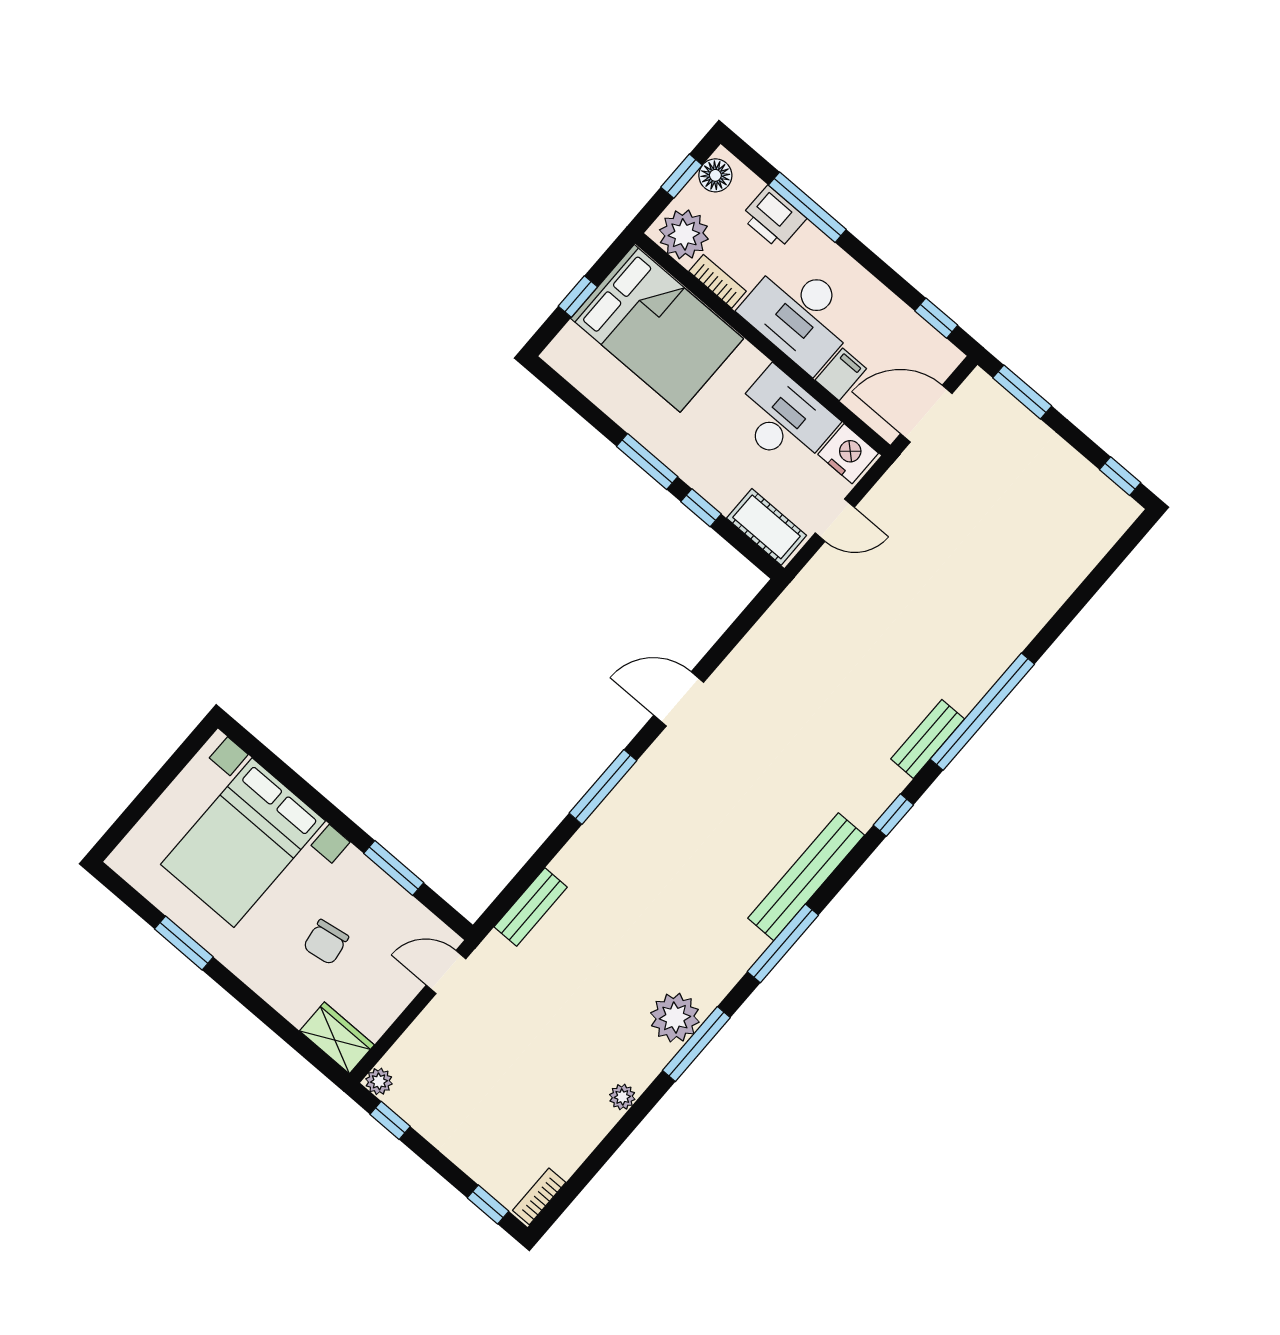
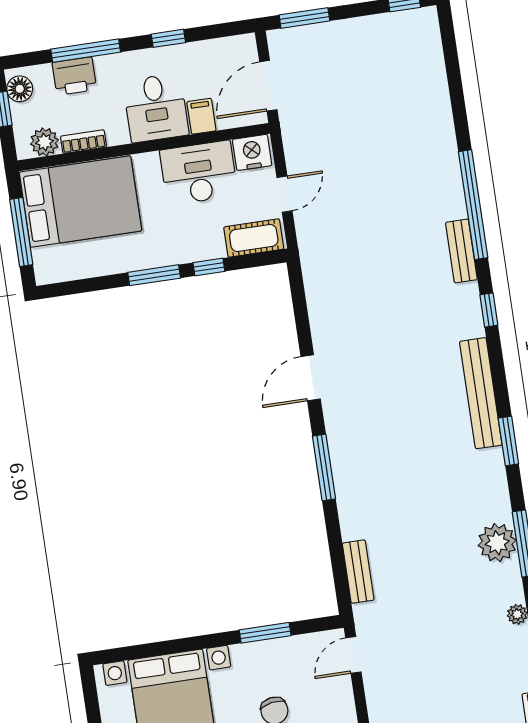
plant: (684, 234) -> (44, 142), width x0.73, depth x0.73
window: (578, 297) -> (21, 232), width x2.17
desk: (800, 314) -> (156, 108), width x0.73
window: (936, 318) -> (168, 38), moved
window: (783, 943) -> (508, 441), width x0.69

